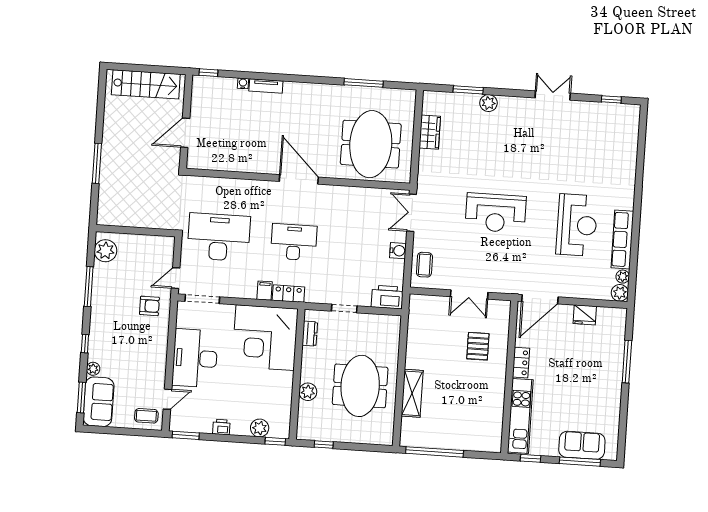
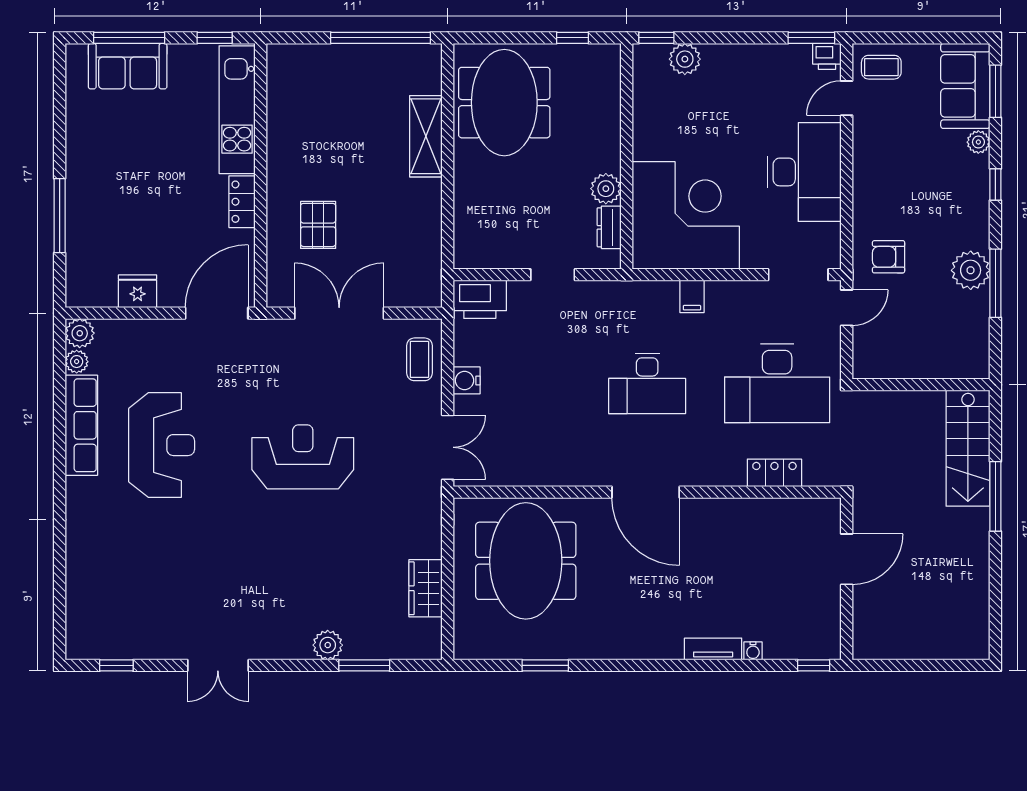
window: (364, 83) -> (545, 665), width x0.69
stairs: (146, 84) -> (968, 448), moved, turned -90
reception desk: (577, 225) -> (162, 445), turned 180
plant: (105, 251) -> (971, 270), moved
locker: (288, 294) -> (774, 473), moved, turned 180
double door: (469, 294) -> (339, 313), width x1.37
meeting table: (360, 386) -> (504, 103), moved
plant: (308, 392) -> (606, 189), moved
printer: (221, 427) -> (827, 56), moved

